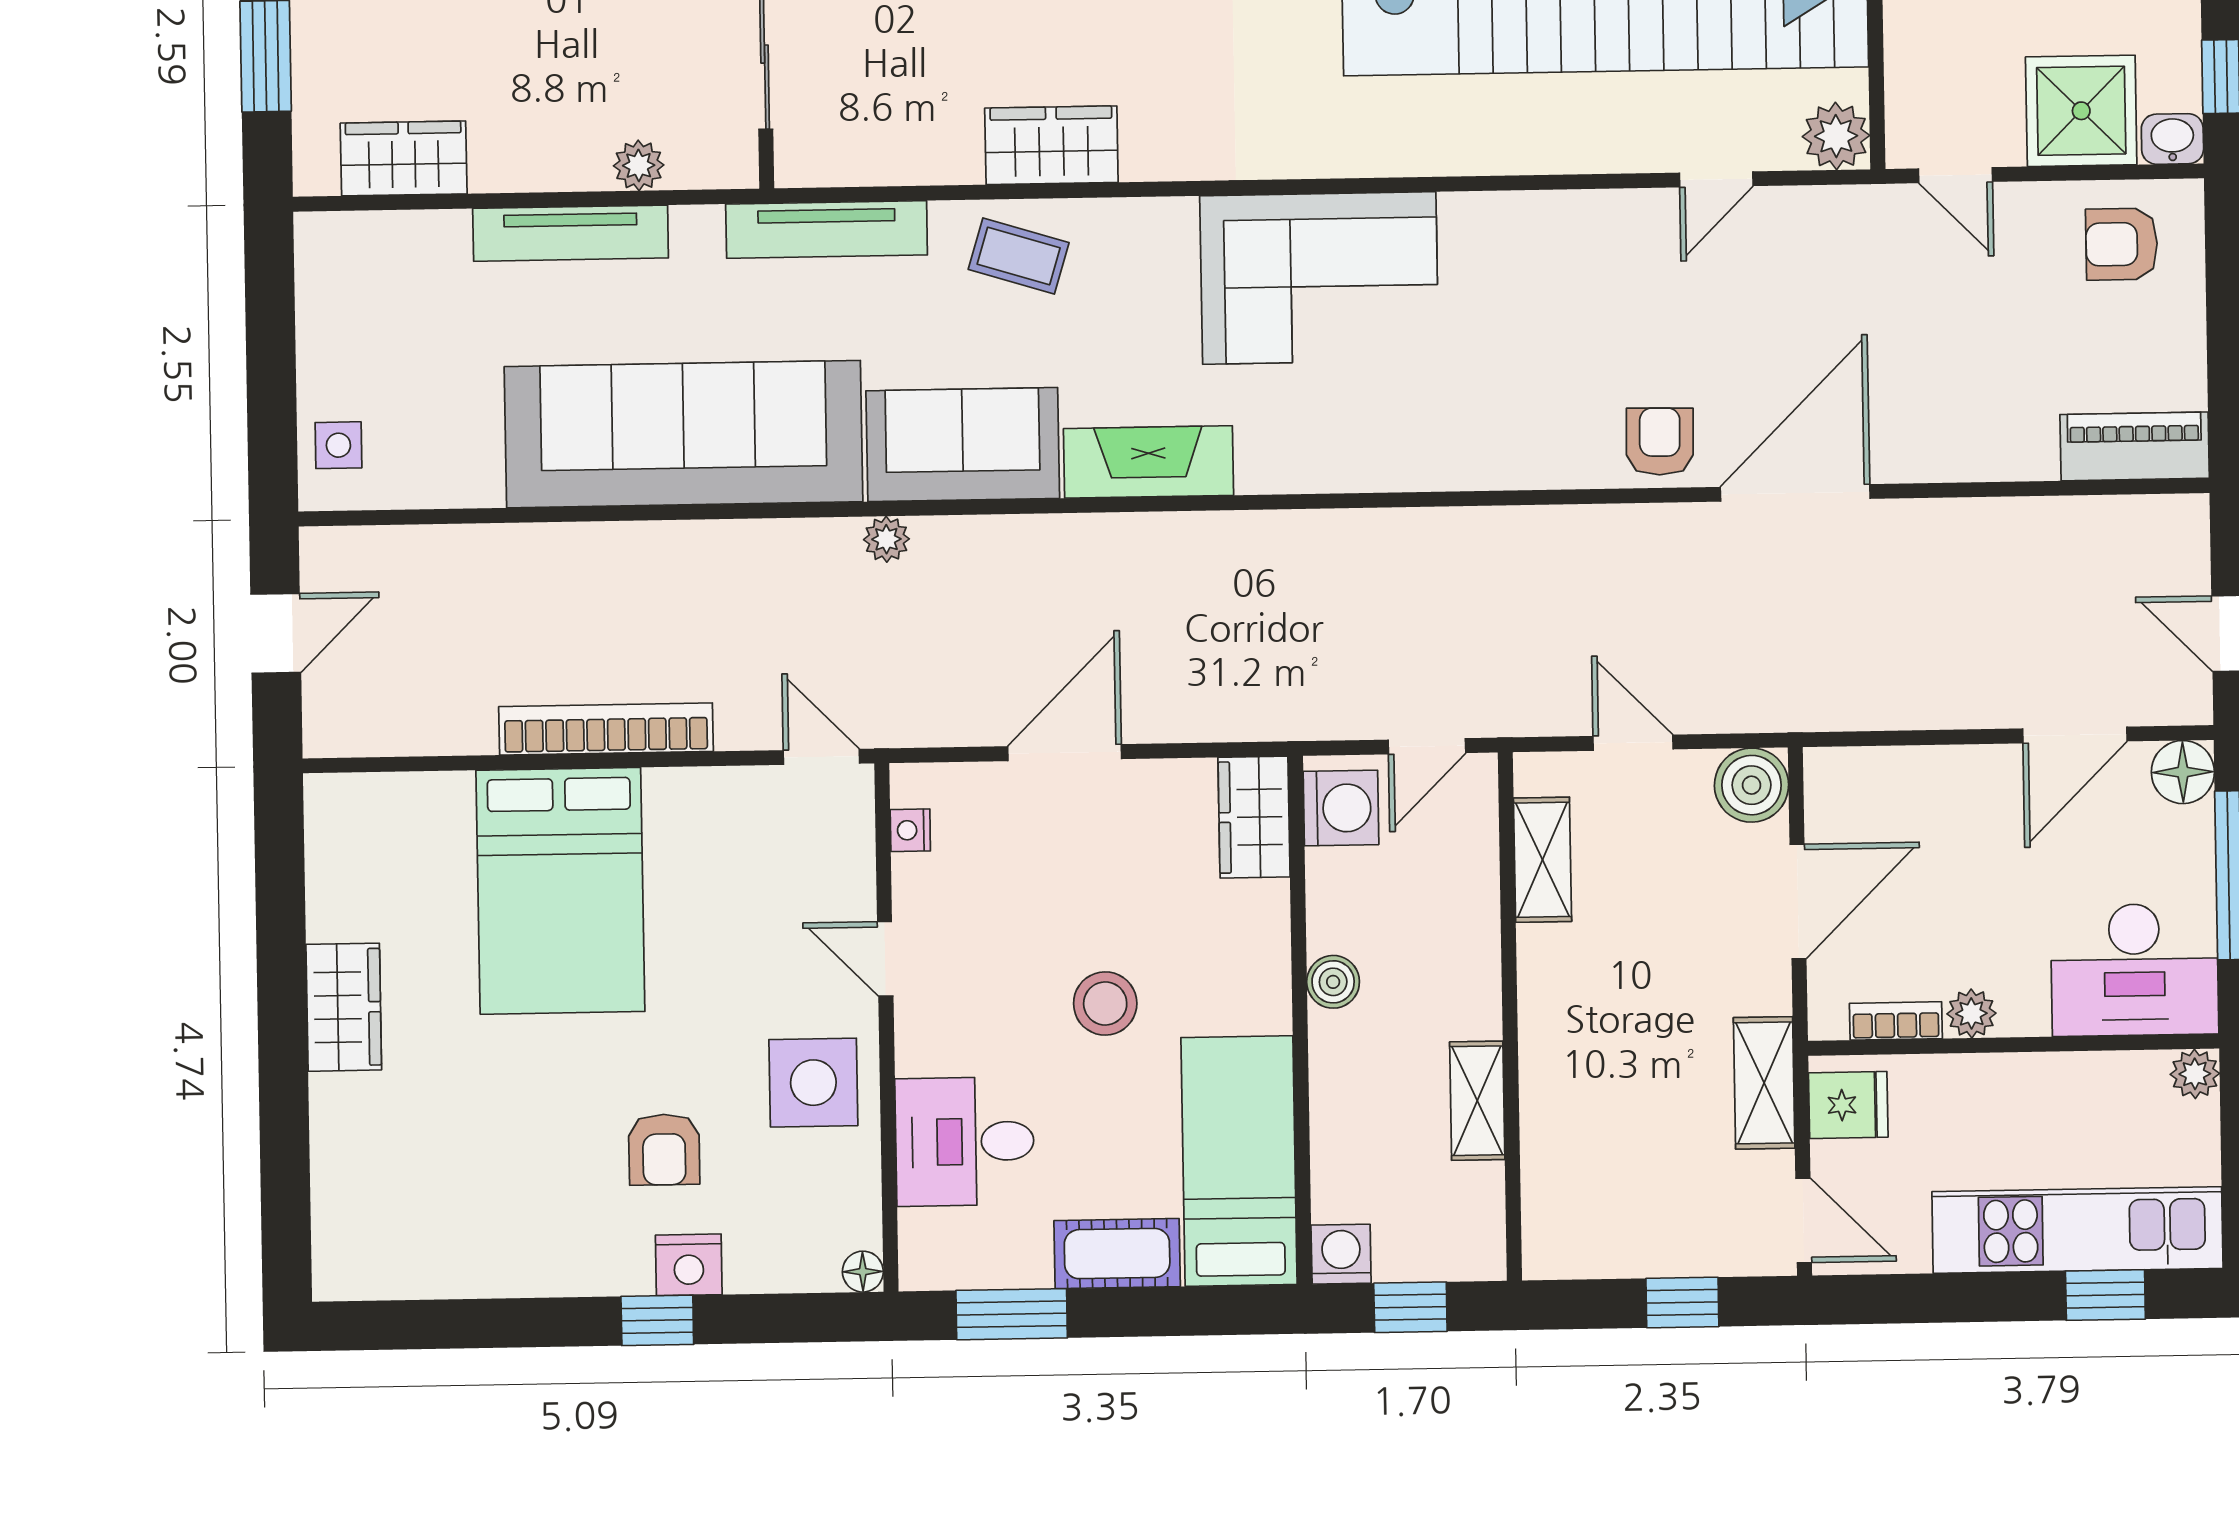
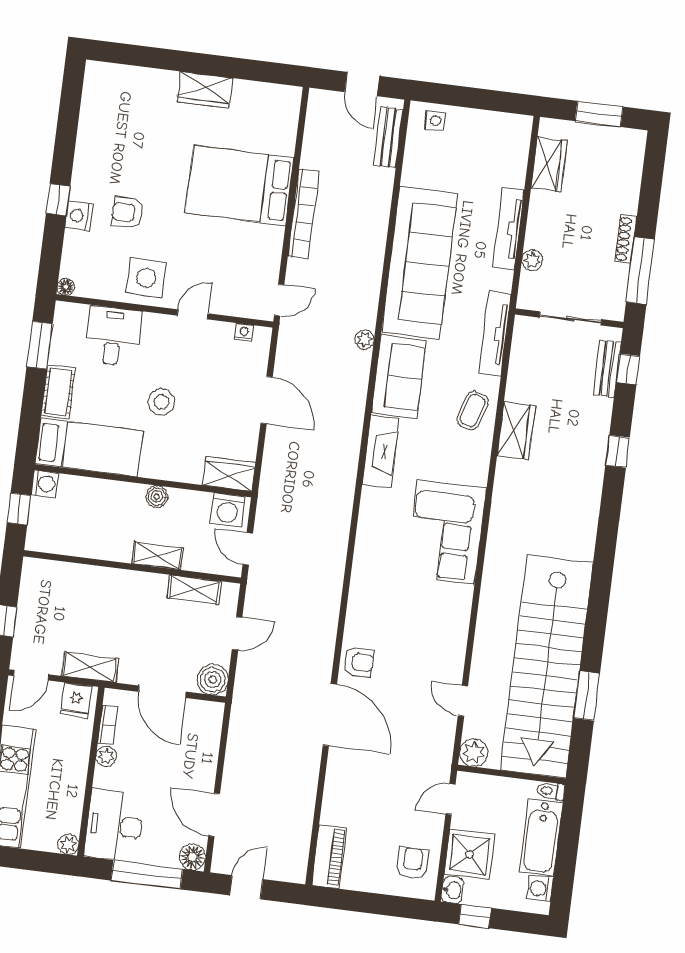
bench: (395, 552) -> (388, 138), added
shelving: (1477, 1101) -> (157, 556), moved

